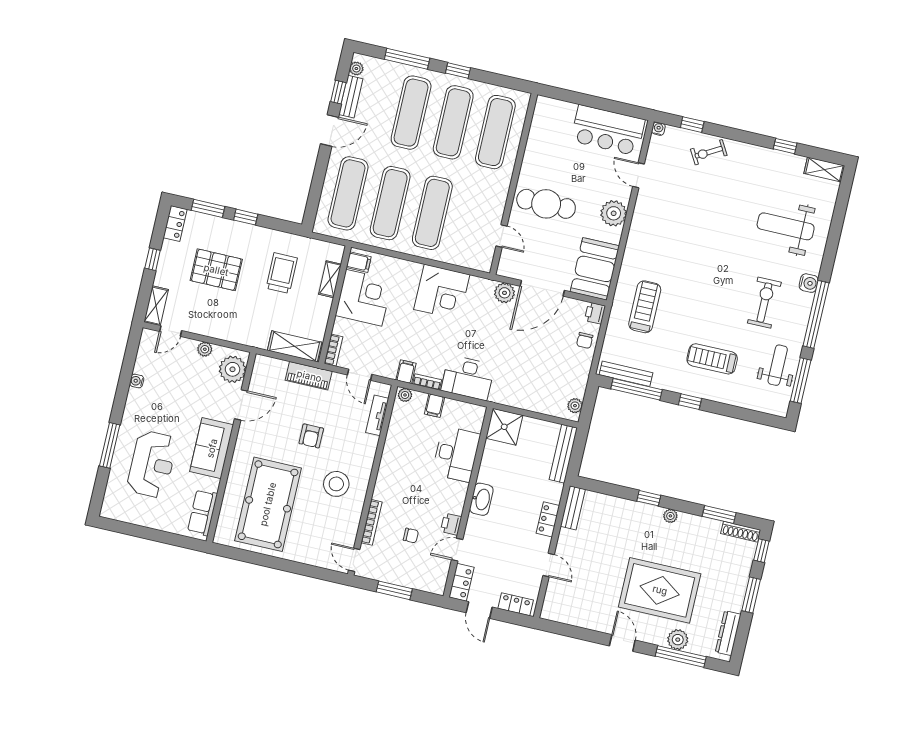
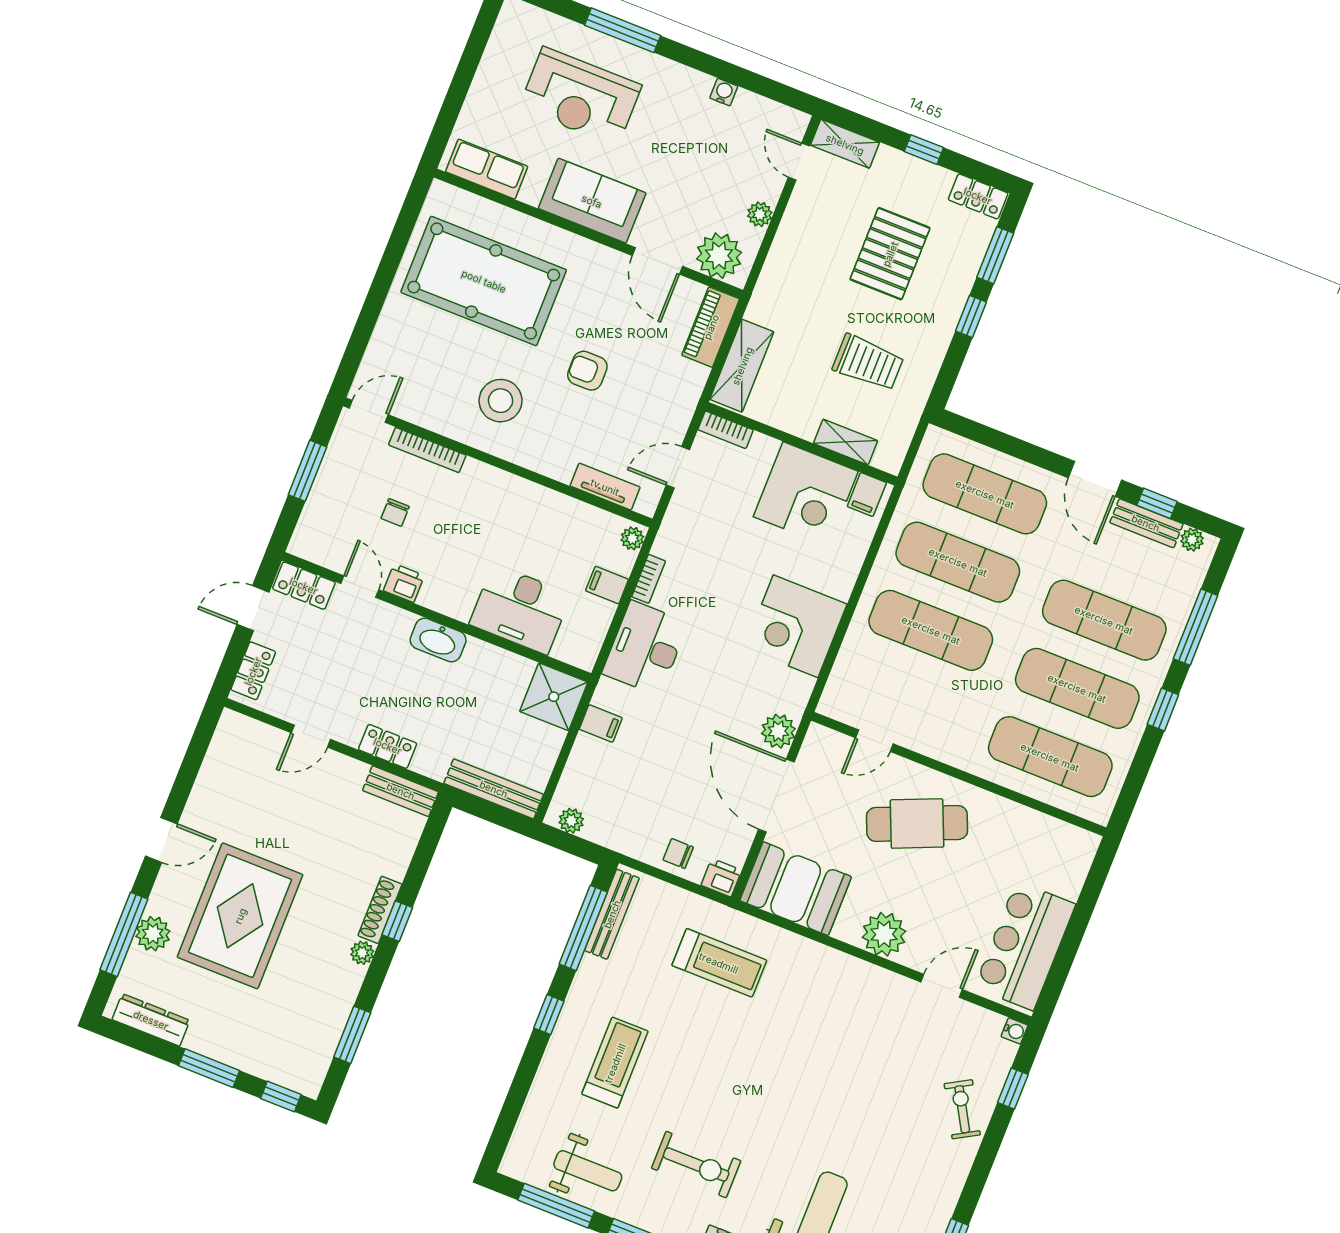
cafe table: (546, 204) -> (917, 823), turned 67
filing cabinet: (406, 372) -> (601, 724), moved
piano: (309, 376) -> (711, 327), moved
shoe rack: (741, 532) -> (380, 910), moved

